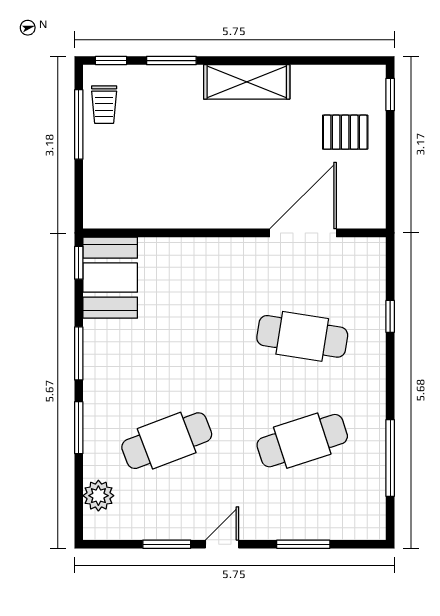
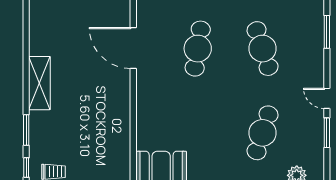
pallet: (345, 132) -> (71, 22), removed
cafe table: (167, 441) -> (263, 133), turned 39
window: (303, 544) -> (327, 32), moved

